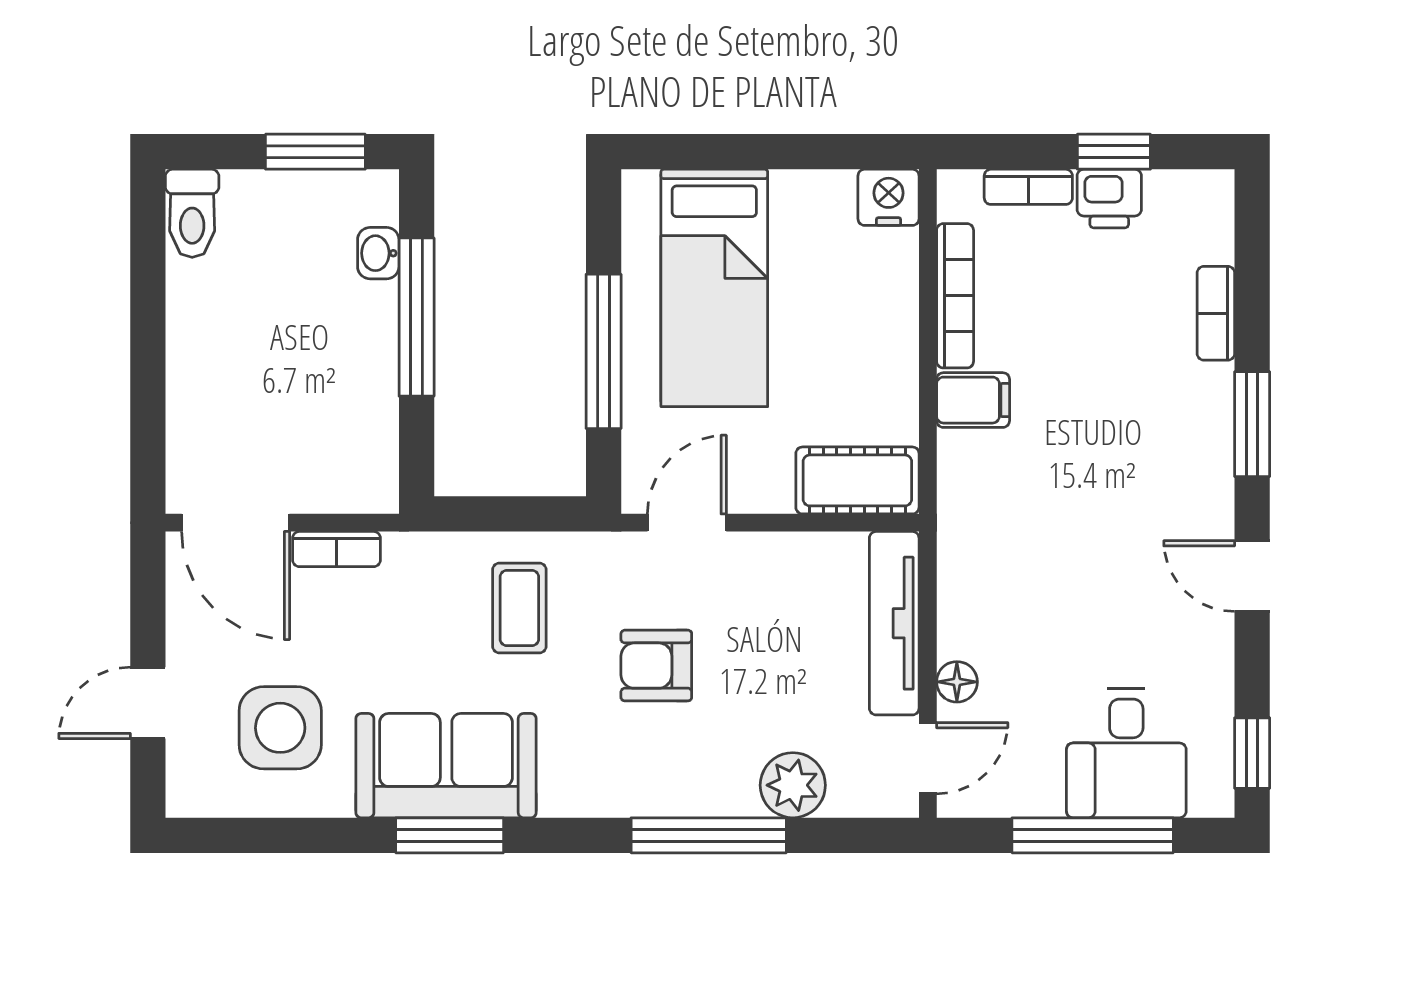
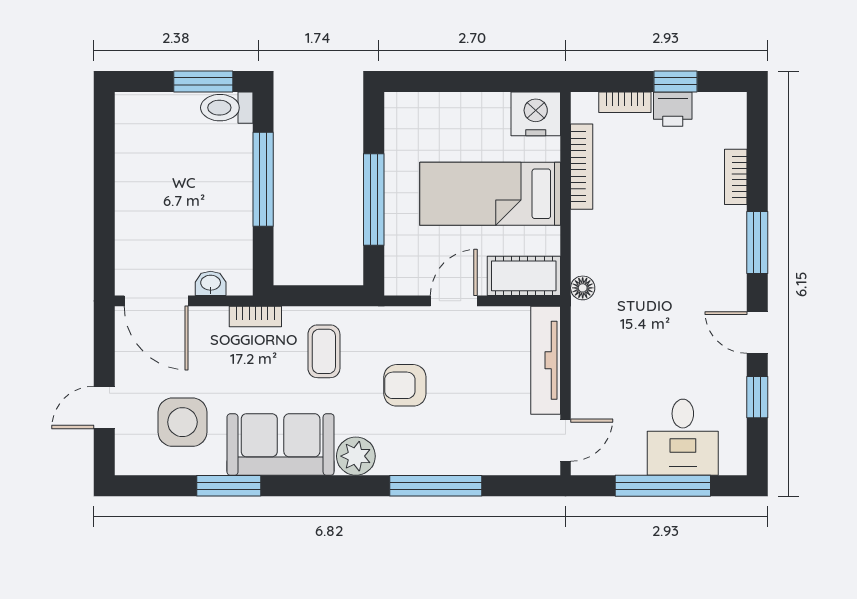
nightstand: (889, 197) -> (536, 114), width x1.36, depth x1.33
toilet: (192, 213) -> (227, 108), moved, turned 90
washbasin: (378, 253) -> (211, 283), moved, turned 90
bed: (714, 288) -> (490, 194), moved, turned 90
filing cabinet: (973, 400) -> (592, 228), removed
door: (687, 523) -> (454, 301), moved
bookcase: (337, 549) -> (255, 316), moved
floor lamp: (957, 682) -> (583, 288), moved
window: (1252, 753) -> (757, 397), moved
plant: (793, 785) -> (356, 456), moved
window: (450, 835) -> (229, 486), moved

